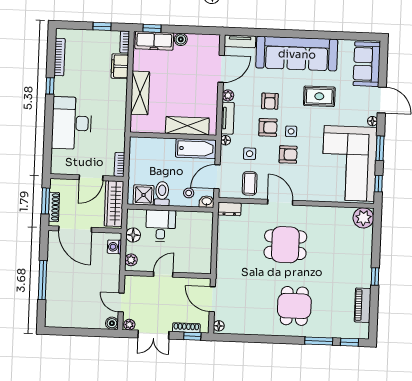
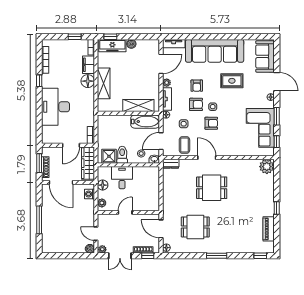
floor lamp: (118, 89) -> (88, 81), added
corner sofa: (349, 163) -> (260, 128), width x0.73, depth x0.74
dining table: (294, 306) -> (195, 227), moved, turned 90
window: (319, 341) -> (217, 256), moved

